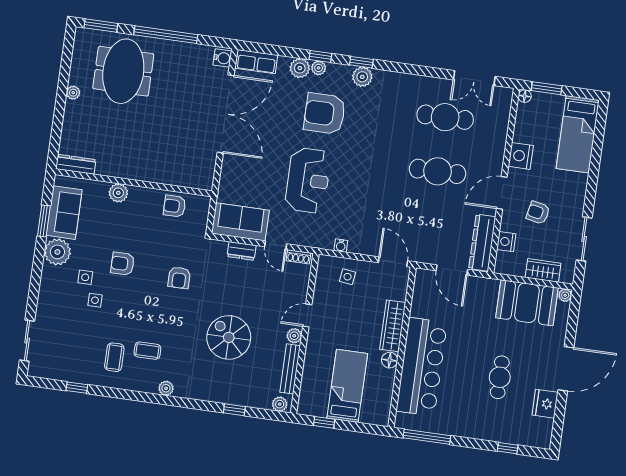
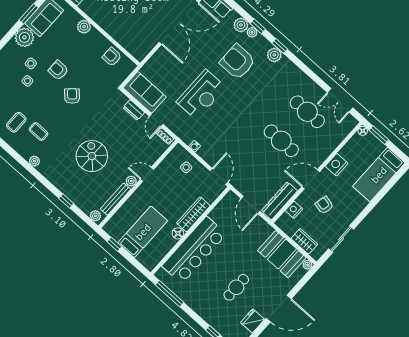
armchair: (179, 278) -> (72, 96), moved, turned 137

